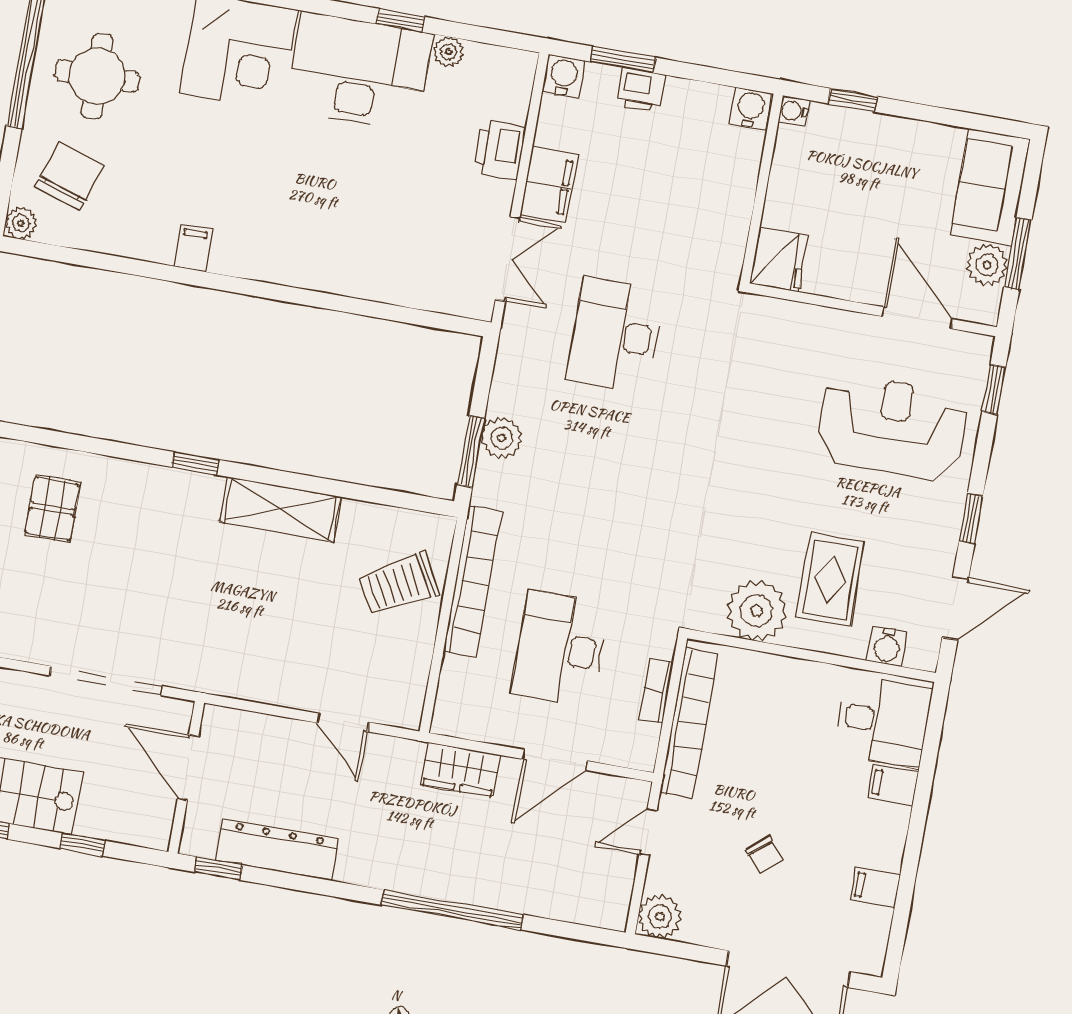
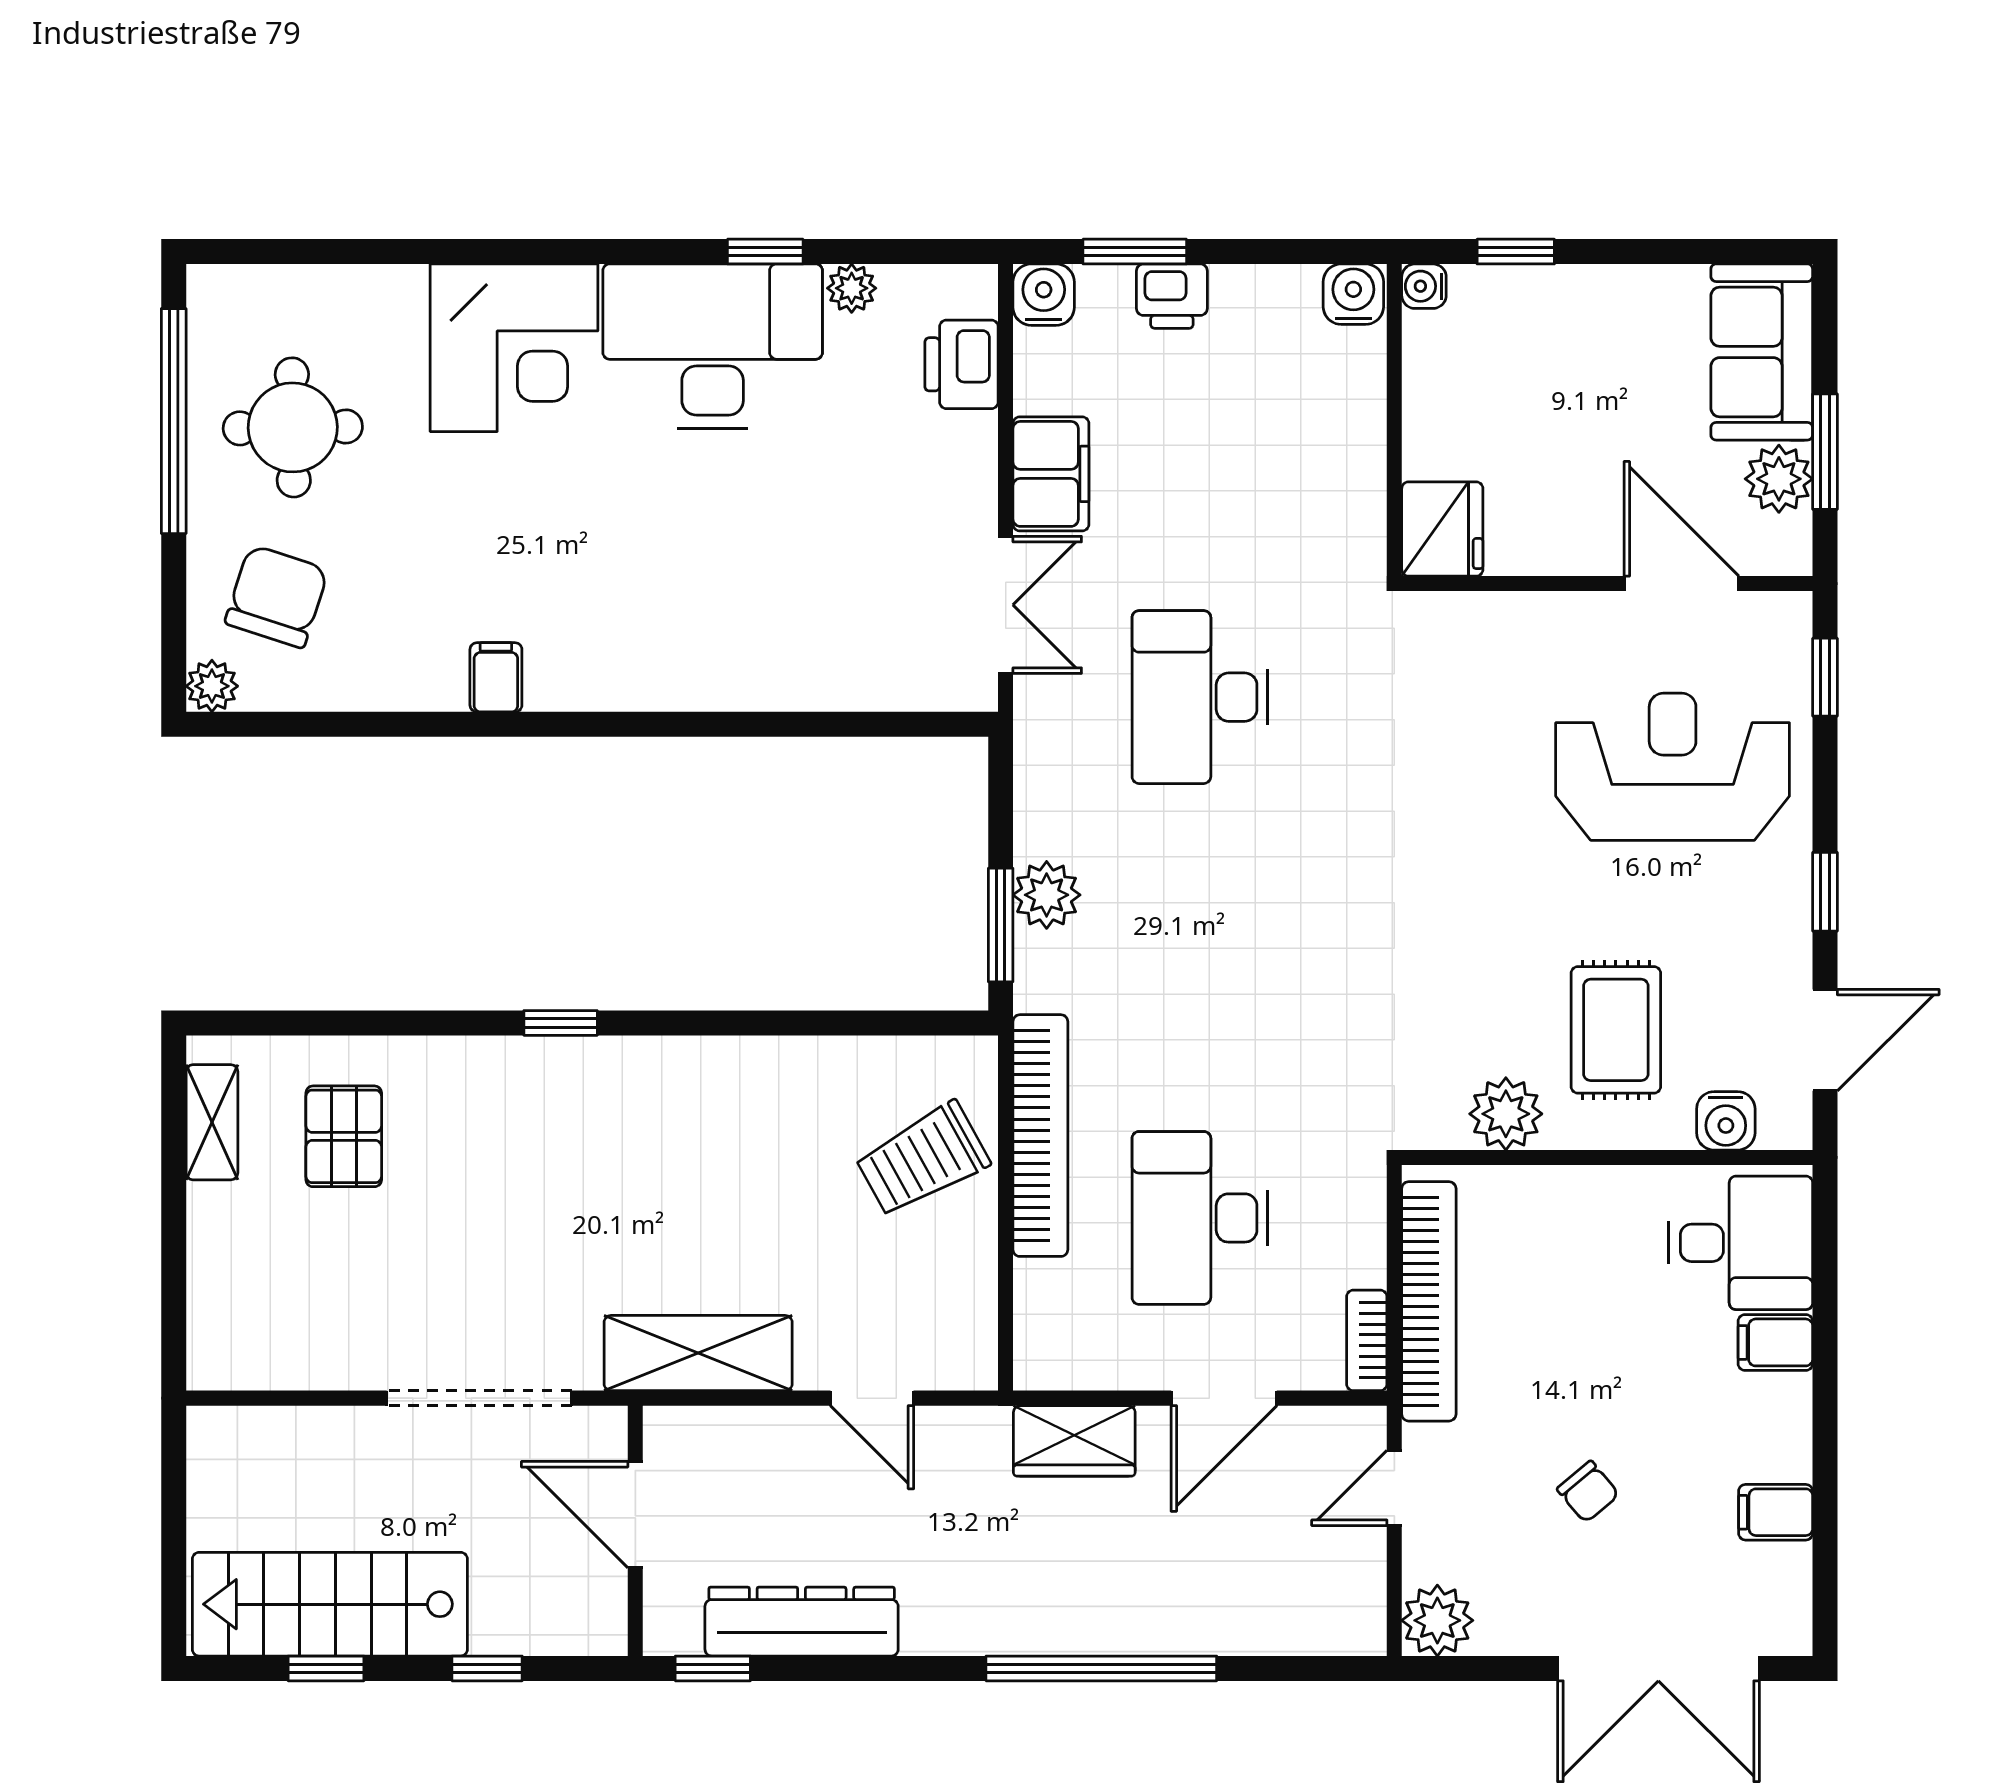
printer: (500, 150) -> (962, 364), moved
shelving: (280, 509) -> (698, 1353), moved
plant: (757, 611) -> (1506, 1114), width x0.73, depth x0.73
bookcase: (656, 691) -> (1367, 1340), moved

